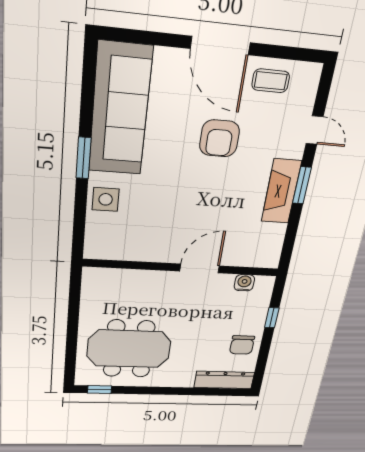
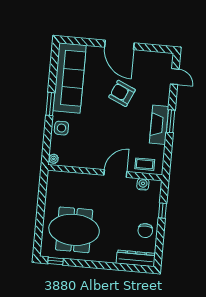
coffee table: (271, 81) -> (145, 164), moved
door: (315, 130) -> (175, 77), moved
armchair: (219, 138) -> (122, 93), turned 114
plant: (92, 249) -> (54, 159), added

